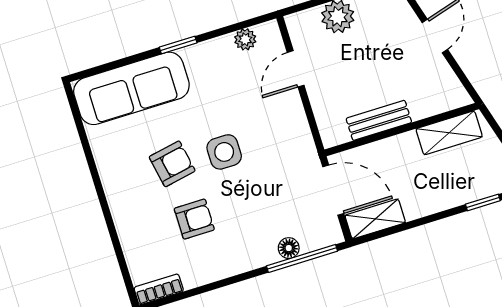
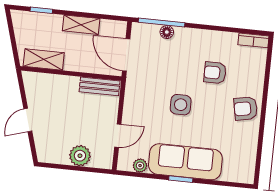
sofa: (131, 88) -> (185, 162), moved
bench: (379, 120) -> (100, 86), moved
armchair: (172, 164) -> (246, 109), moved
shelving: (375, 219) -> (81, 25), moved

